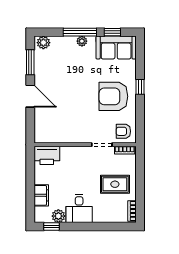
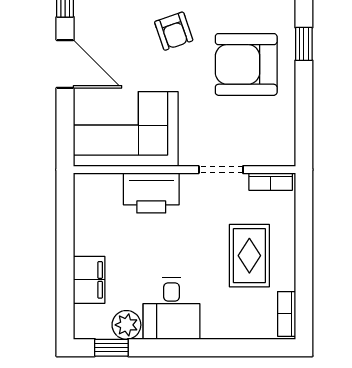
corner sofa: (58, 126) -> (126, 129), added
armchair: (123, 131) -> (174, 31), moved, turned -109
printer: (47, 155) -> (151, 193), moved
rug: (115, 184) -> (249, 256), turned 90

